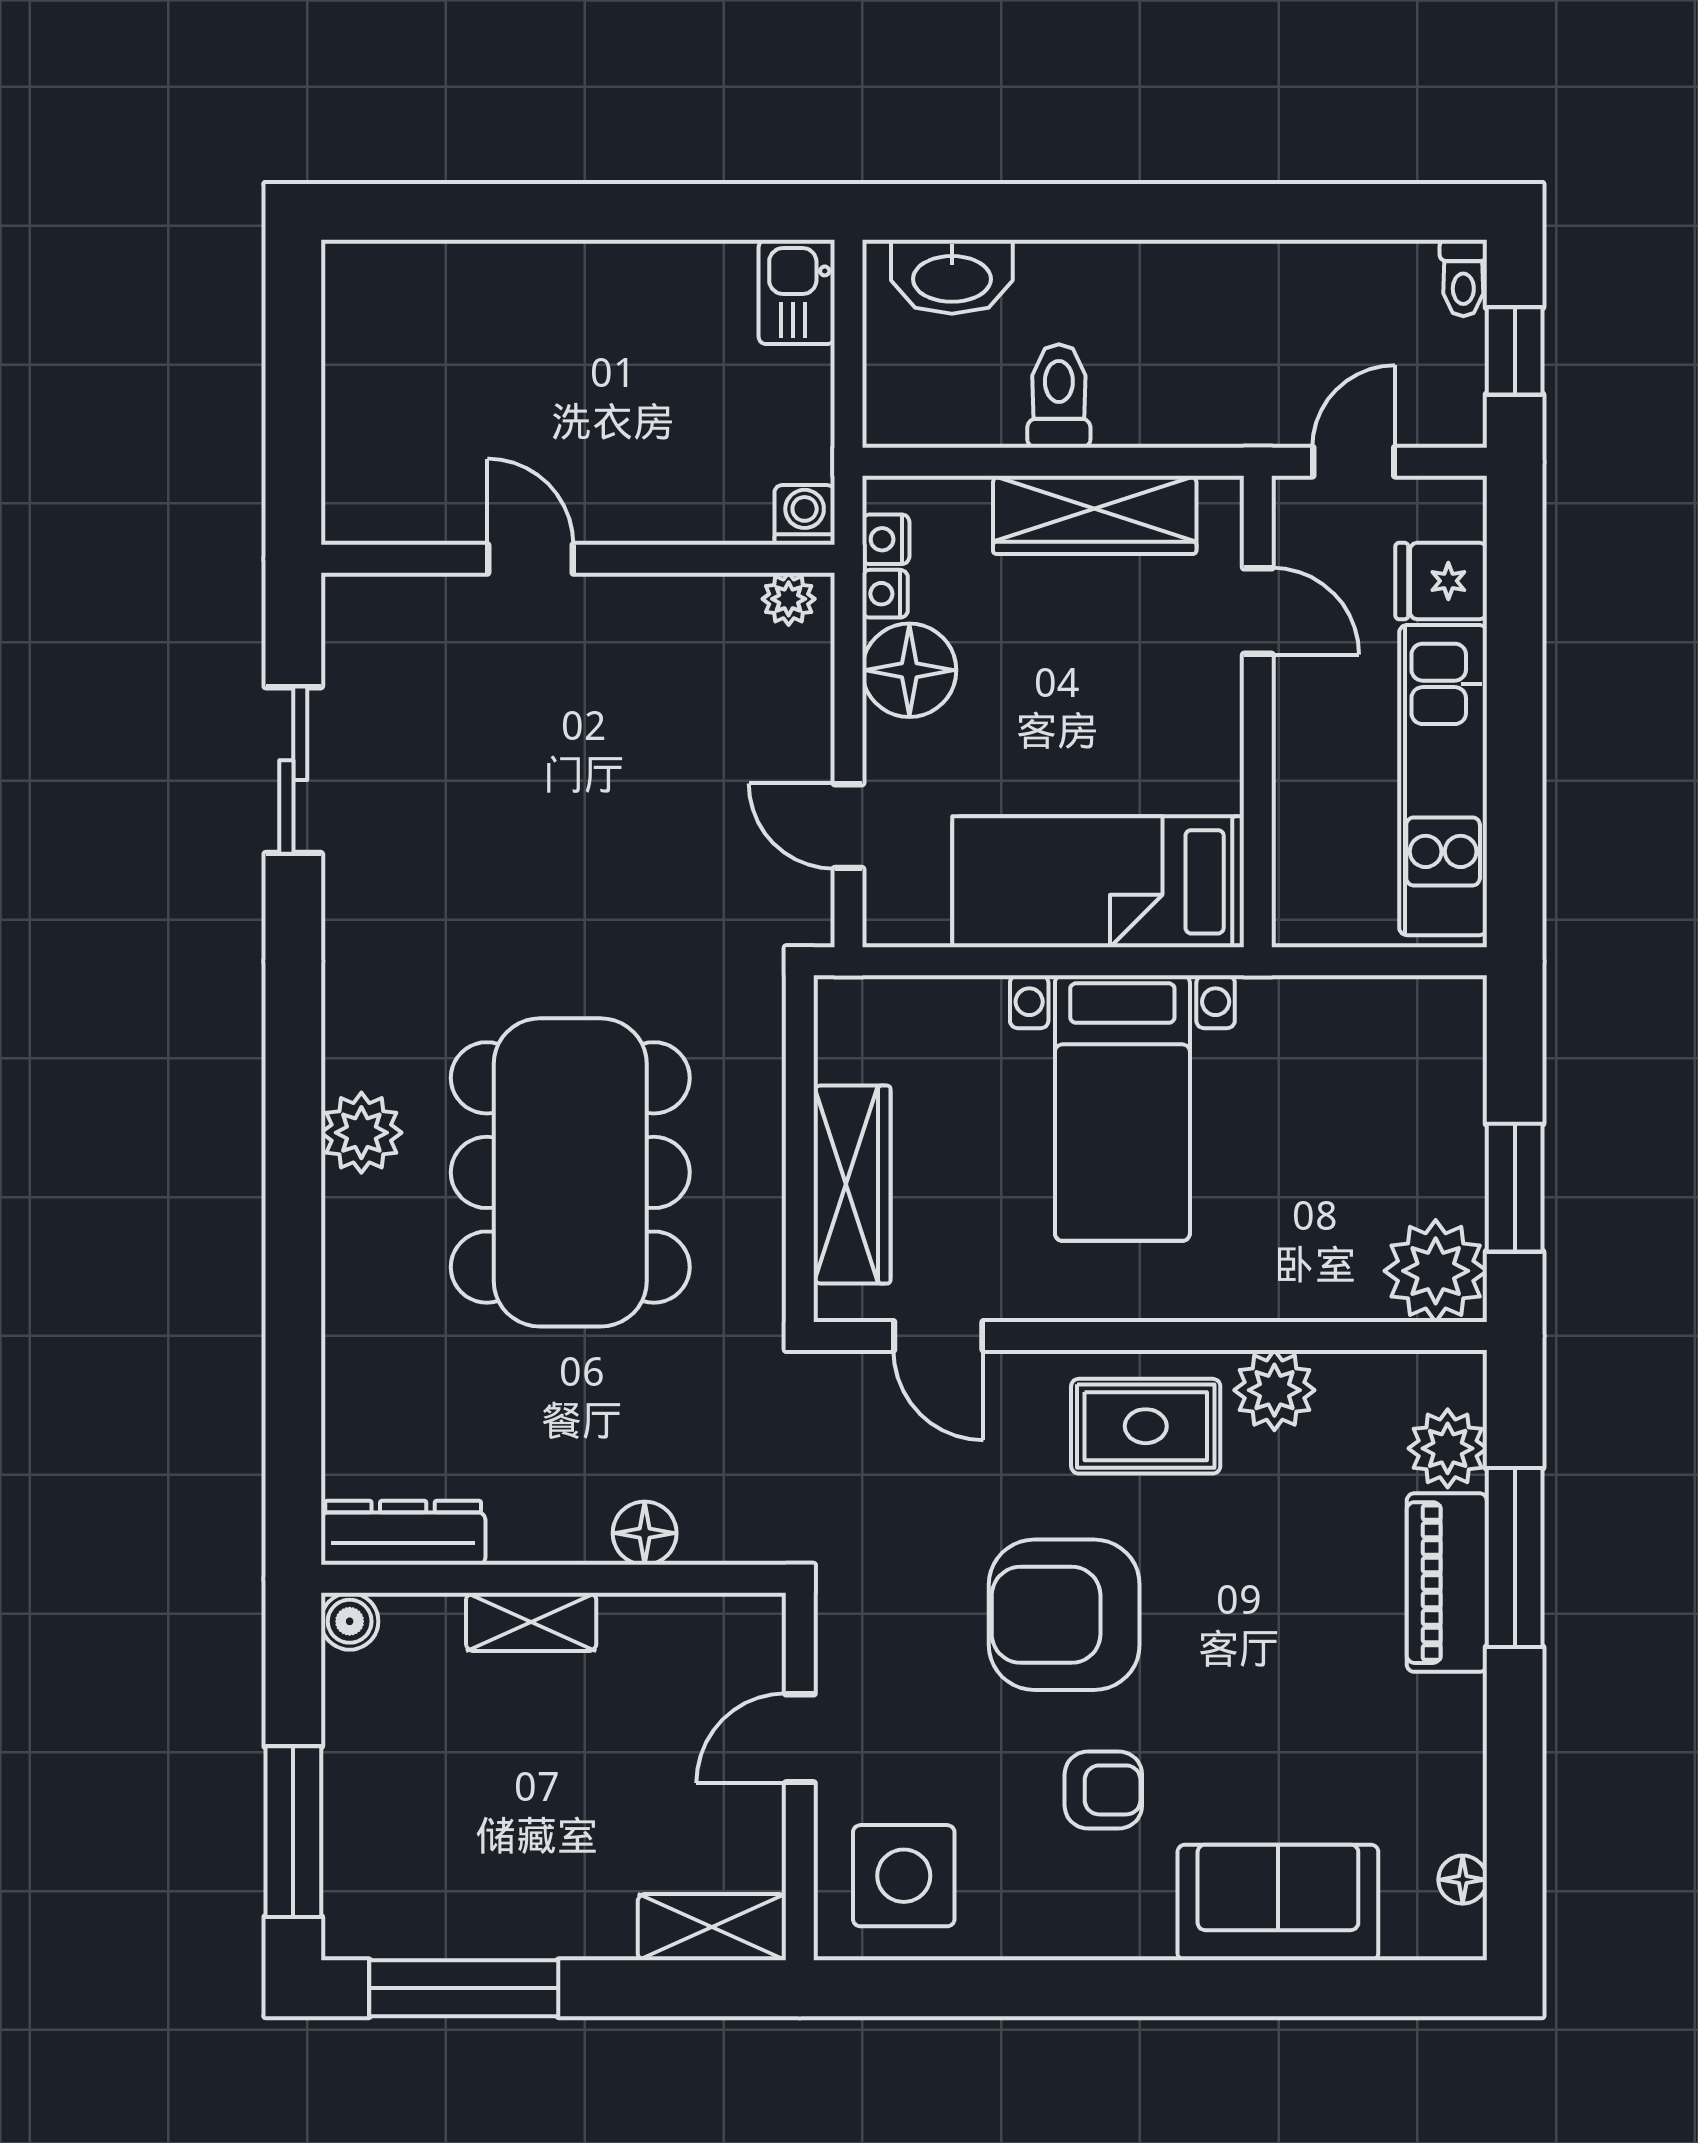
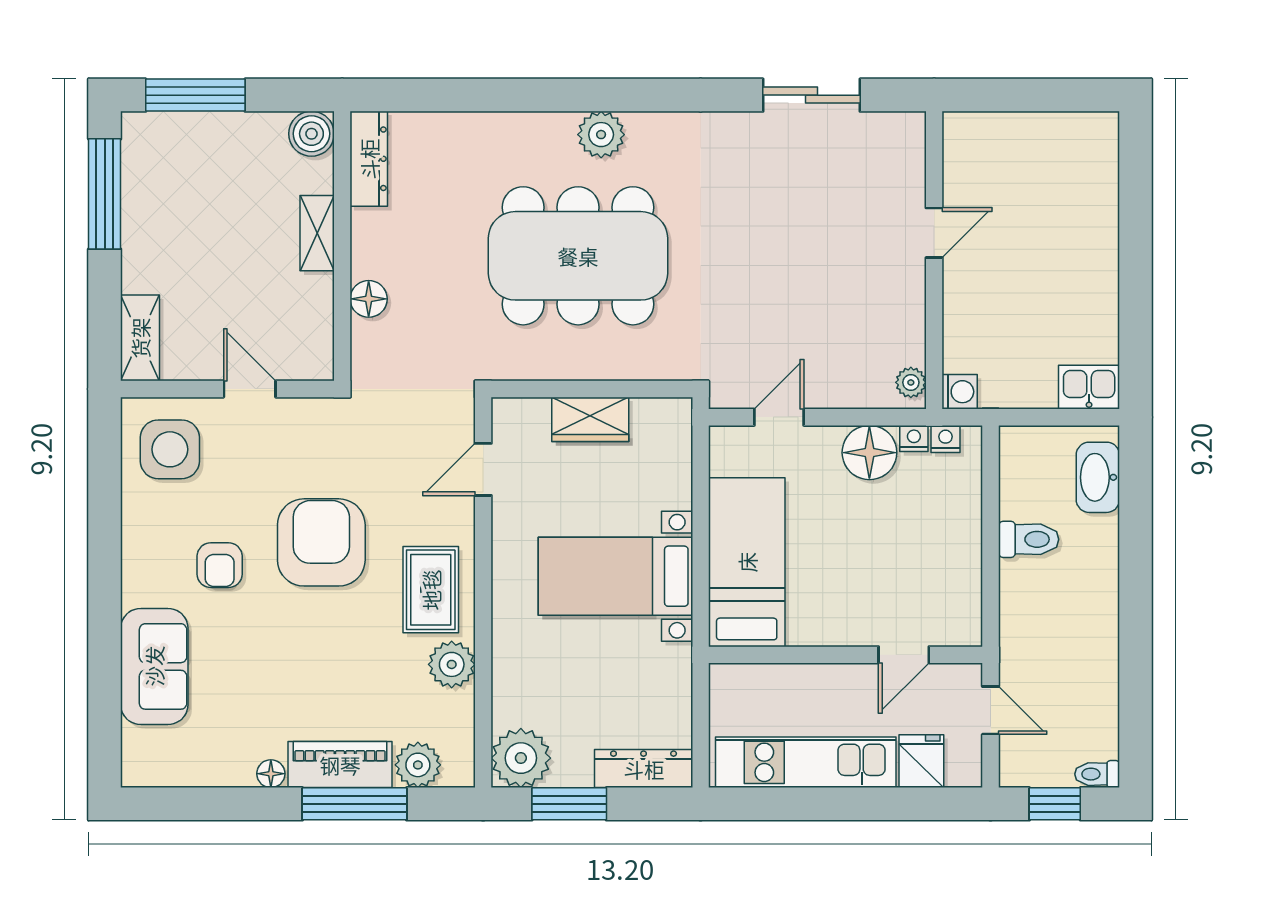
wardrobe: (1095, 515) -> (960, 560), removed
dresser: (1454, 1059) -> (644, 769), added
wardrobe: (852, 1185) -> (590, 419), width x0.67
boiler: (350, 1621) -> (311, 134), width x1.36, depth x1.36
floor lamp: (1463, 1880) -> (271, 774), moved

